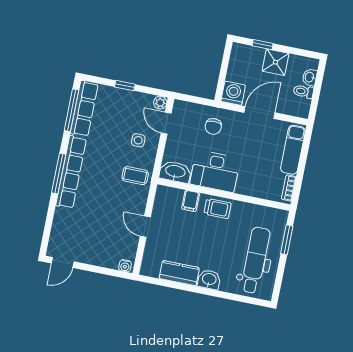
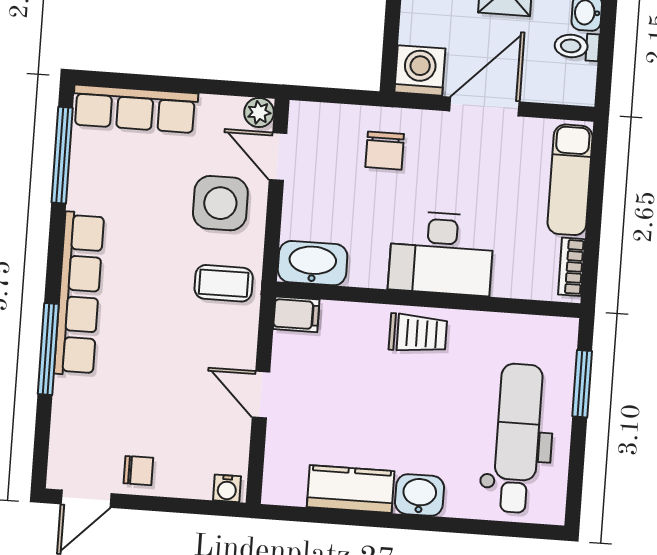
window: (125, 86) -> (175, 84), removed
row of seats: (84, 109) -> (135, 109), moved, turned 90
side table: (138, 140) -> (220, 203), width x1.87, depth x1.87
desk: (215, 171) -> (441, 253), moved
window: (59, 174) -> (48, 349), moved
filing cabinet: (191, 201) -> (296, 314), moved, turned -90
chair: (87, 253) -> (138, 471), added

